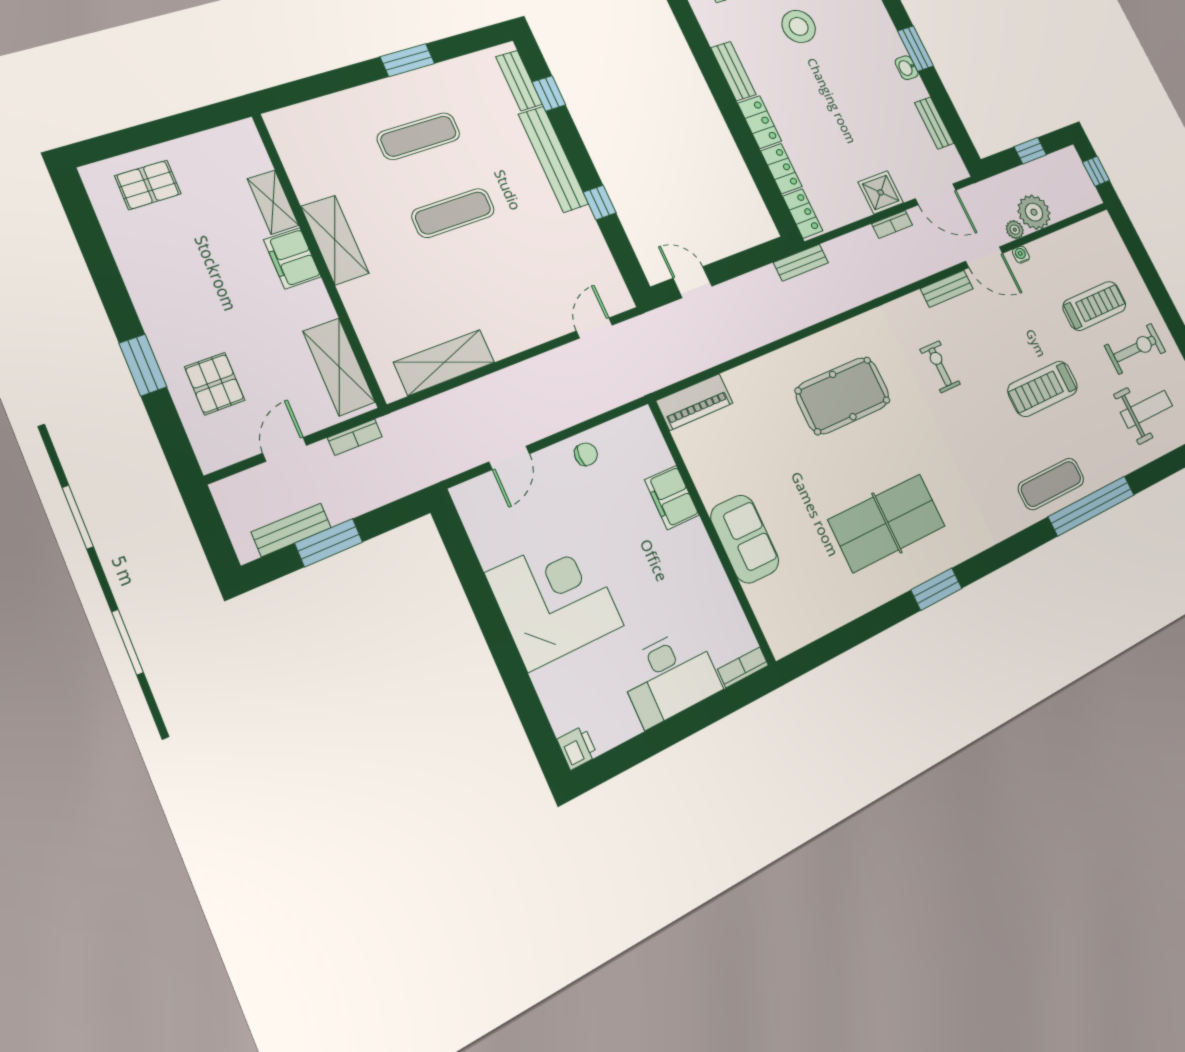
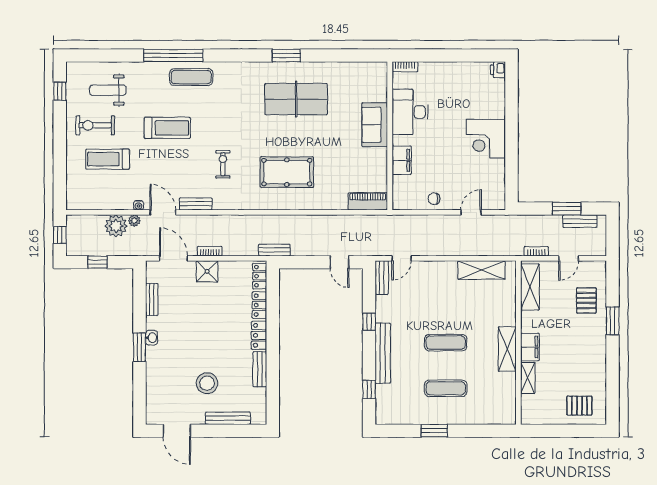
bench: (519, 80) -> (382, 278), moved
exercise bike: (940, 367) -> (223, 164), turned 180
corner desk: (555, 599) -> (486, 139), width x0.74, depth x0.74
desk: (670, 676) -> (410, 112), moved, turned -90

